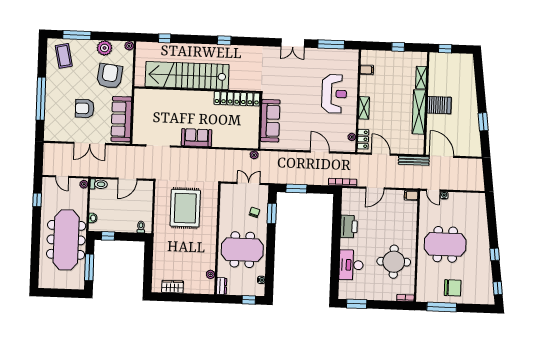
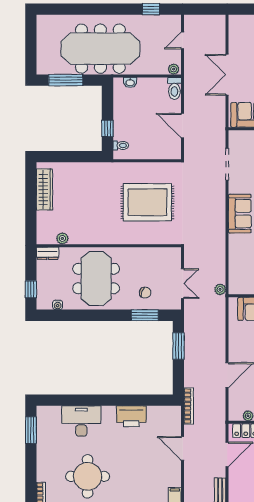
window: (108, 236) -> (107, 128), moved
wardrobe: (173, 287) -> (45, 189), width x1.50

